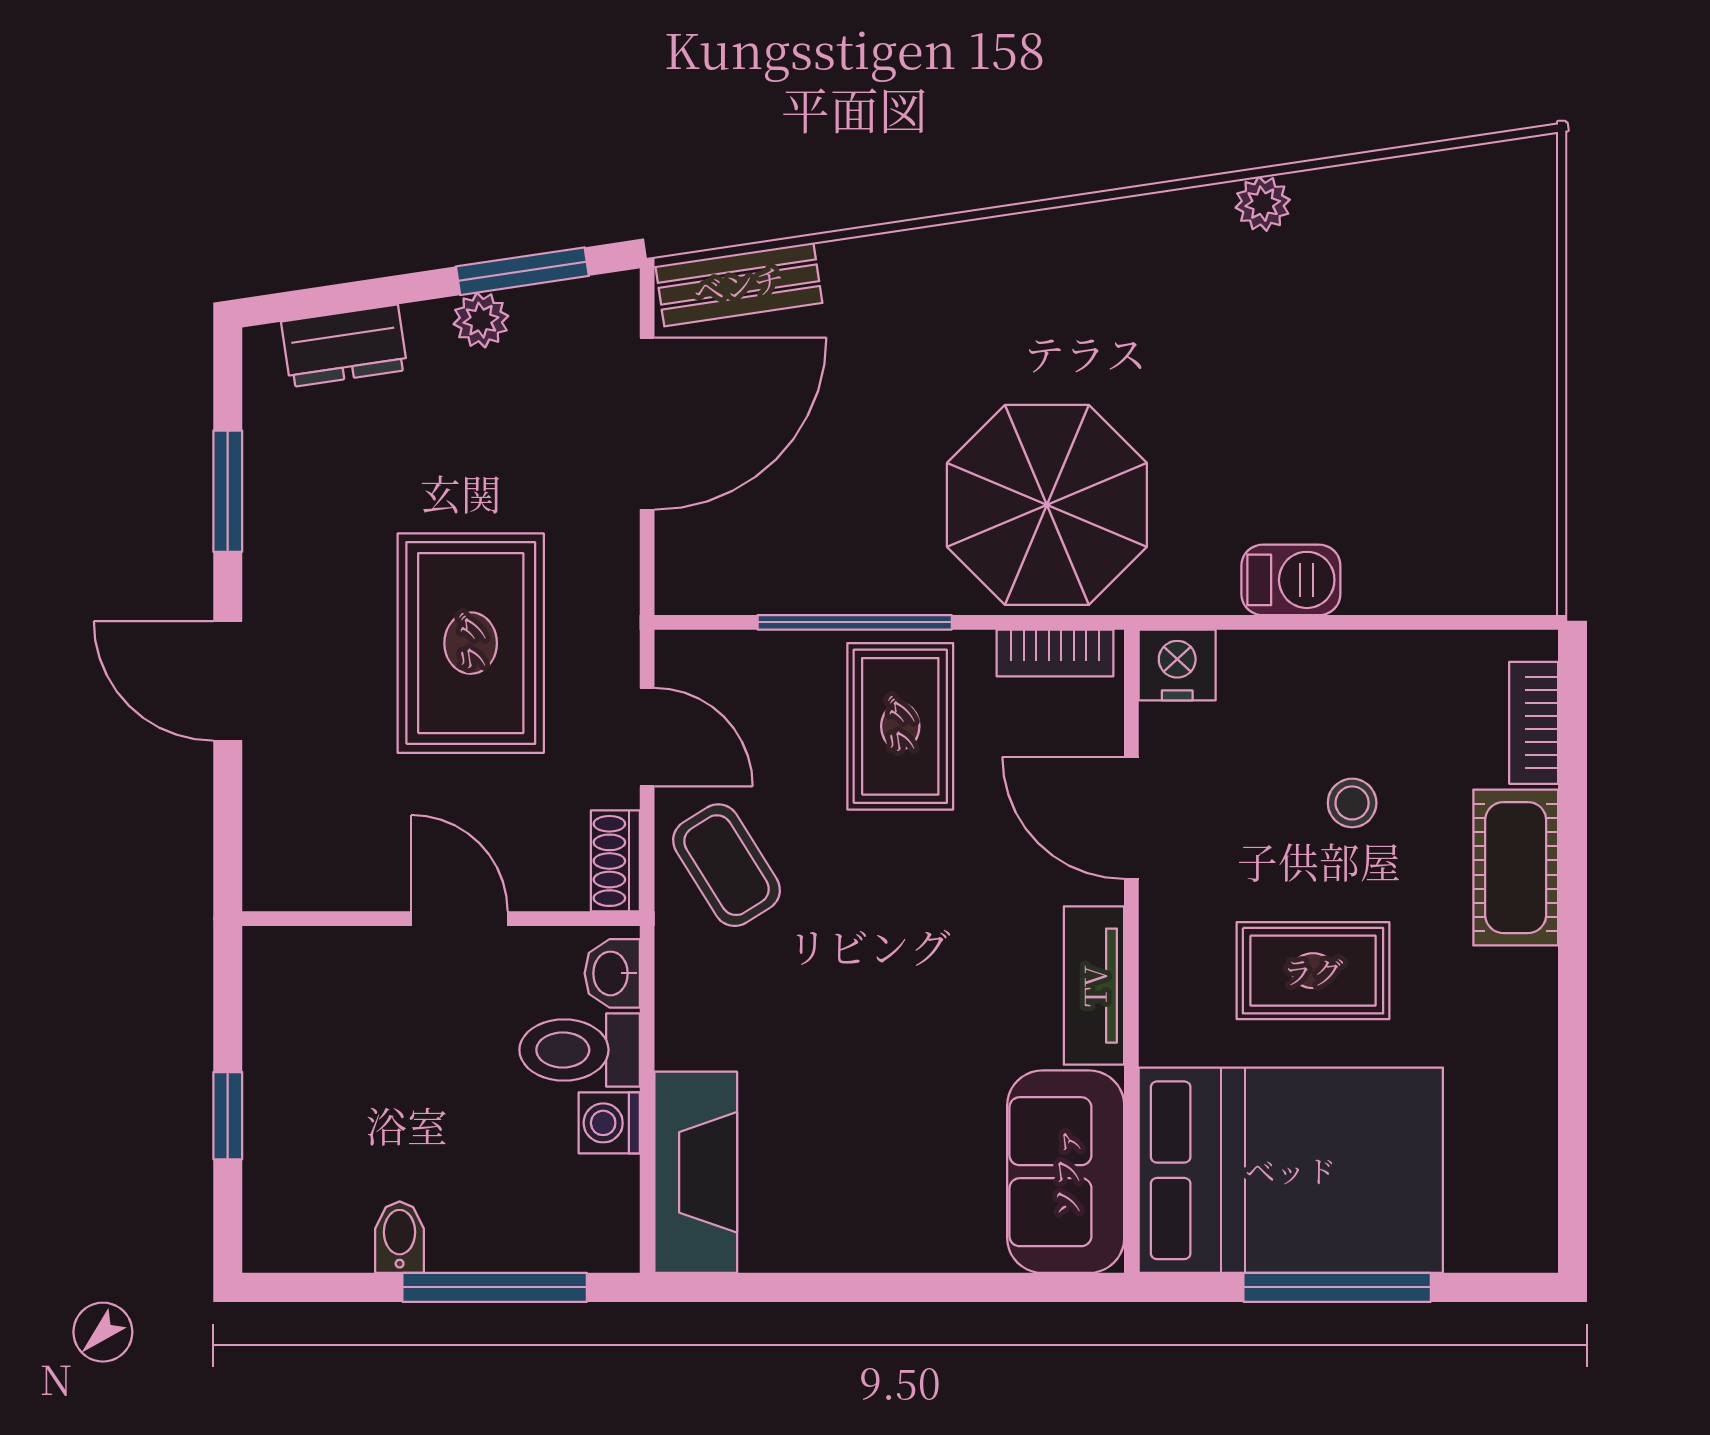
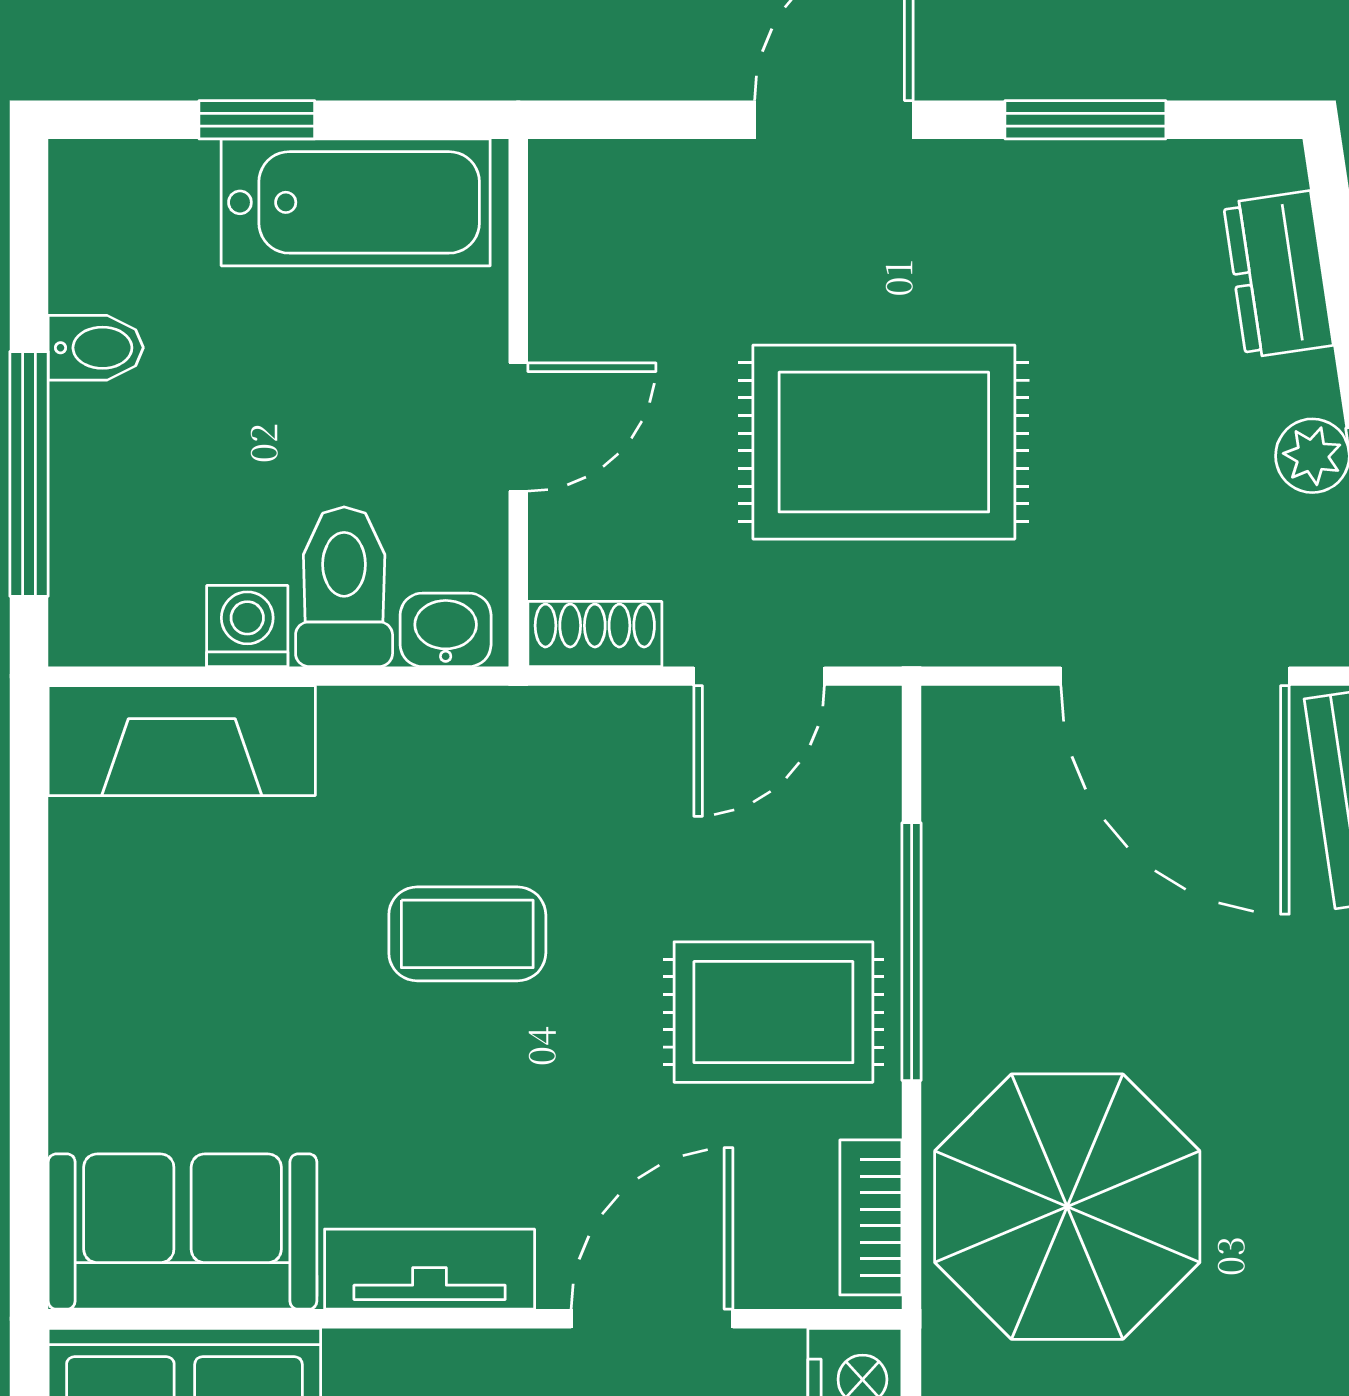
coffee table: (726, 865) -> (467, 934), moved, turned 32
bathtub: (290, 1041) -> (356, 202), added

